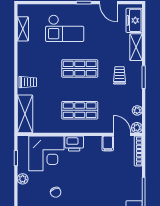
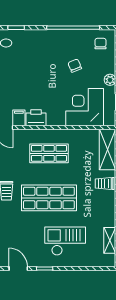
shop shelf: (80, 69) -> (49, 198), width x1.43, depth x1.36
printer: (74, 144) -> (36, 118), moved

